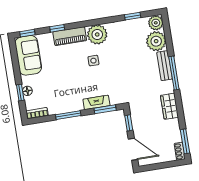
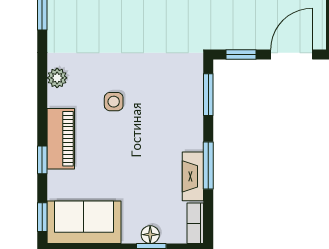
plant: (97, 34) -> (57, 78), width x0.53, depth x0.53
fireplace: (96, 102) -> (193, 176), moved

